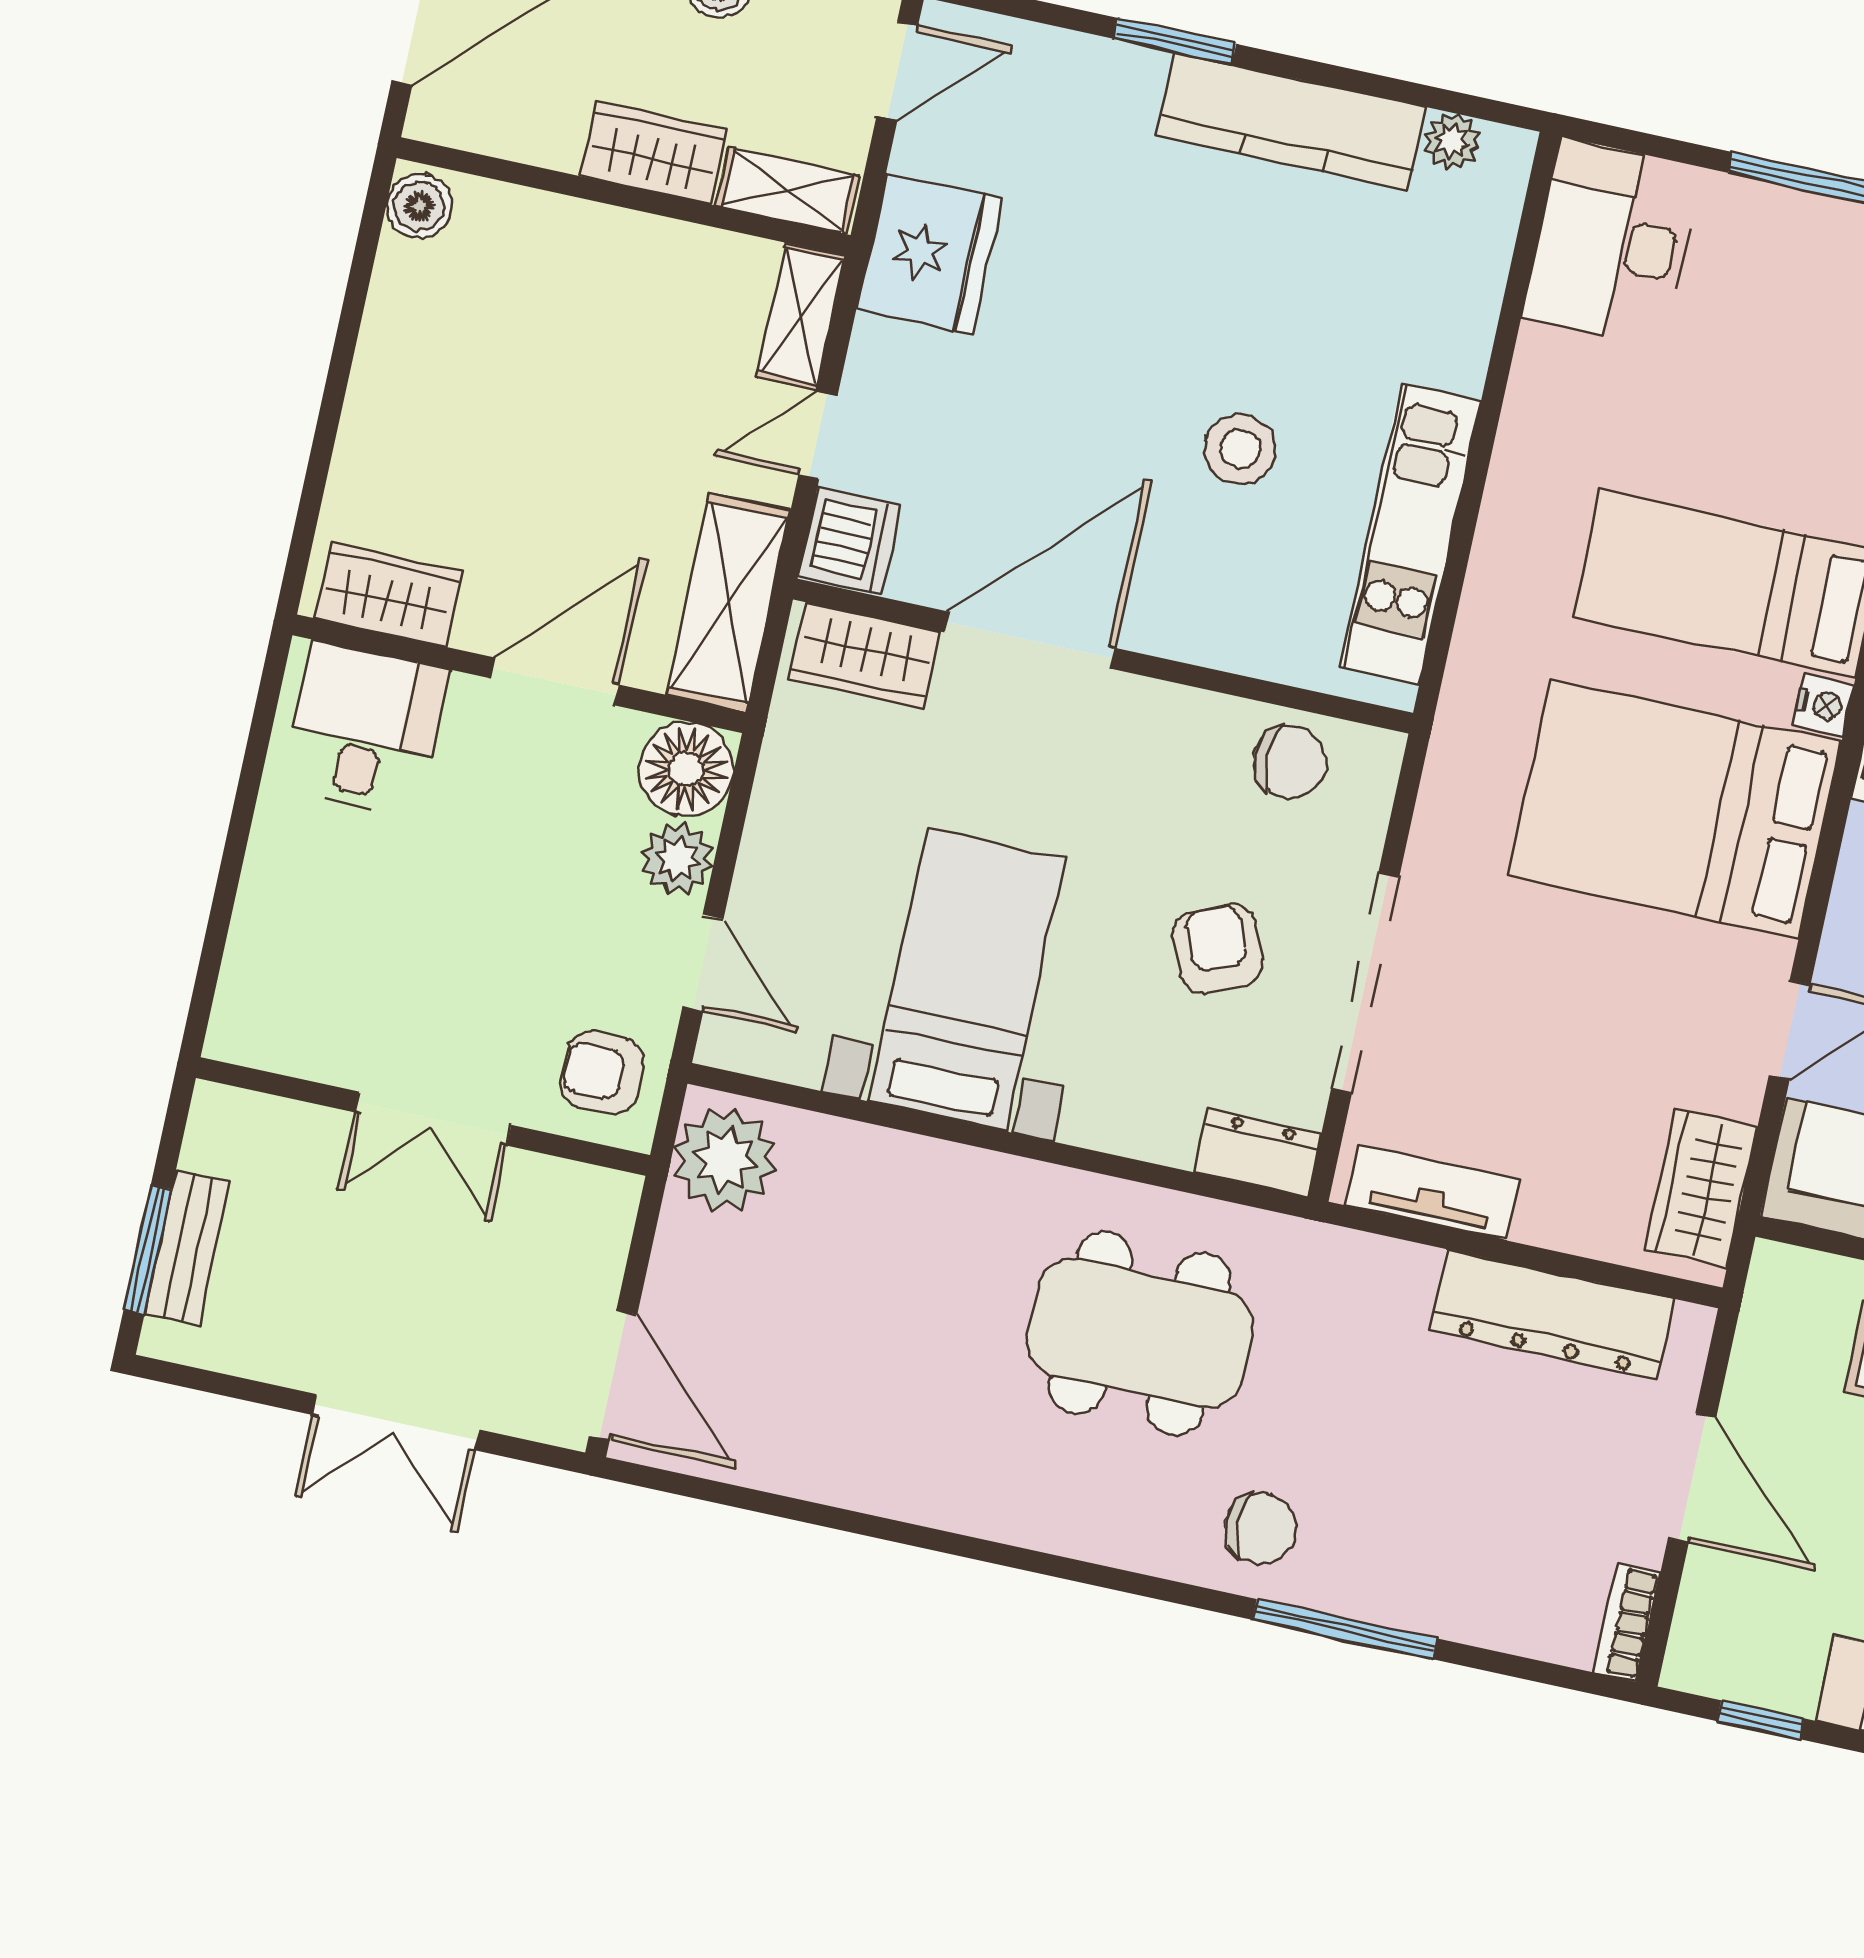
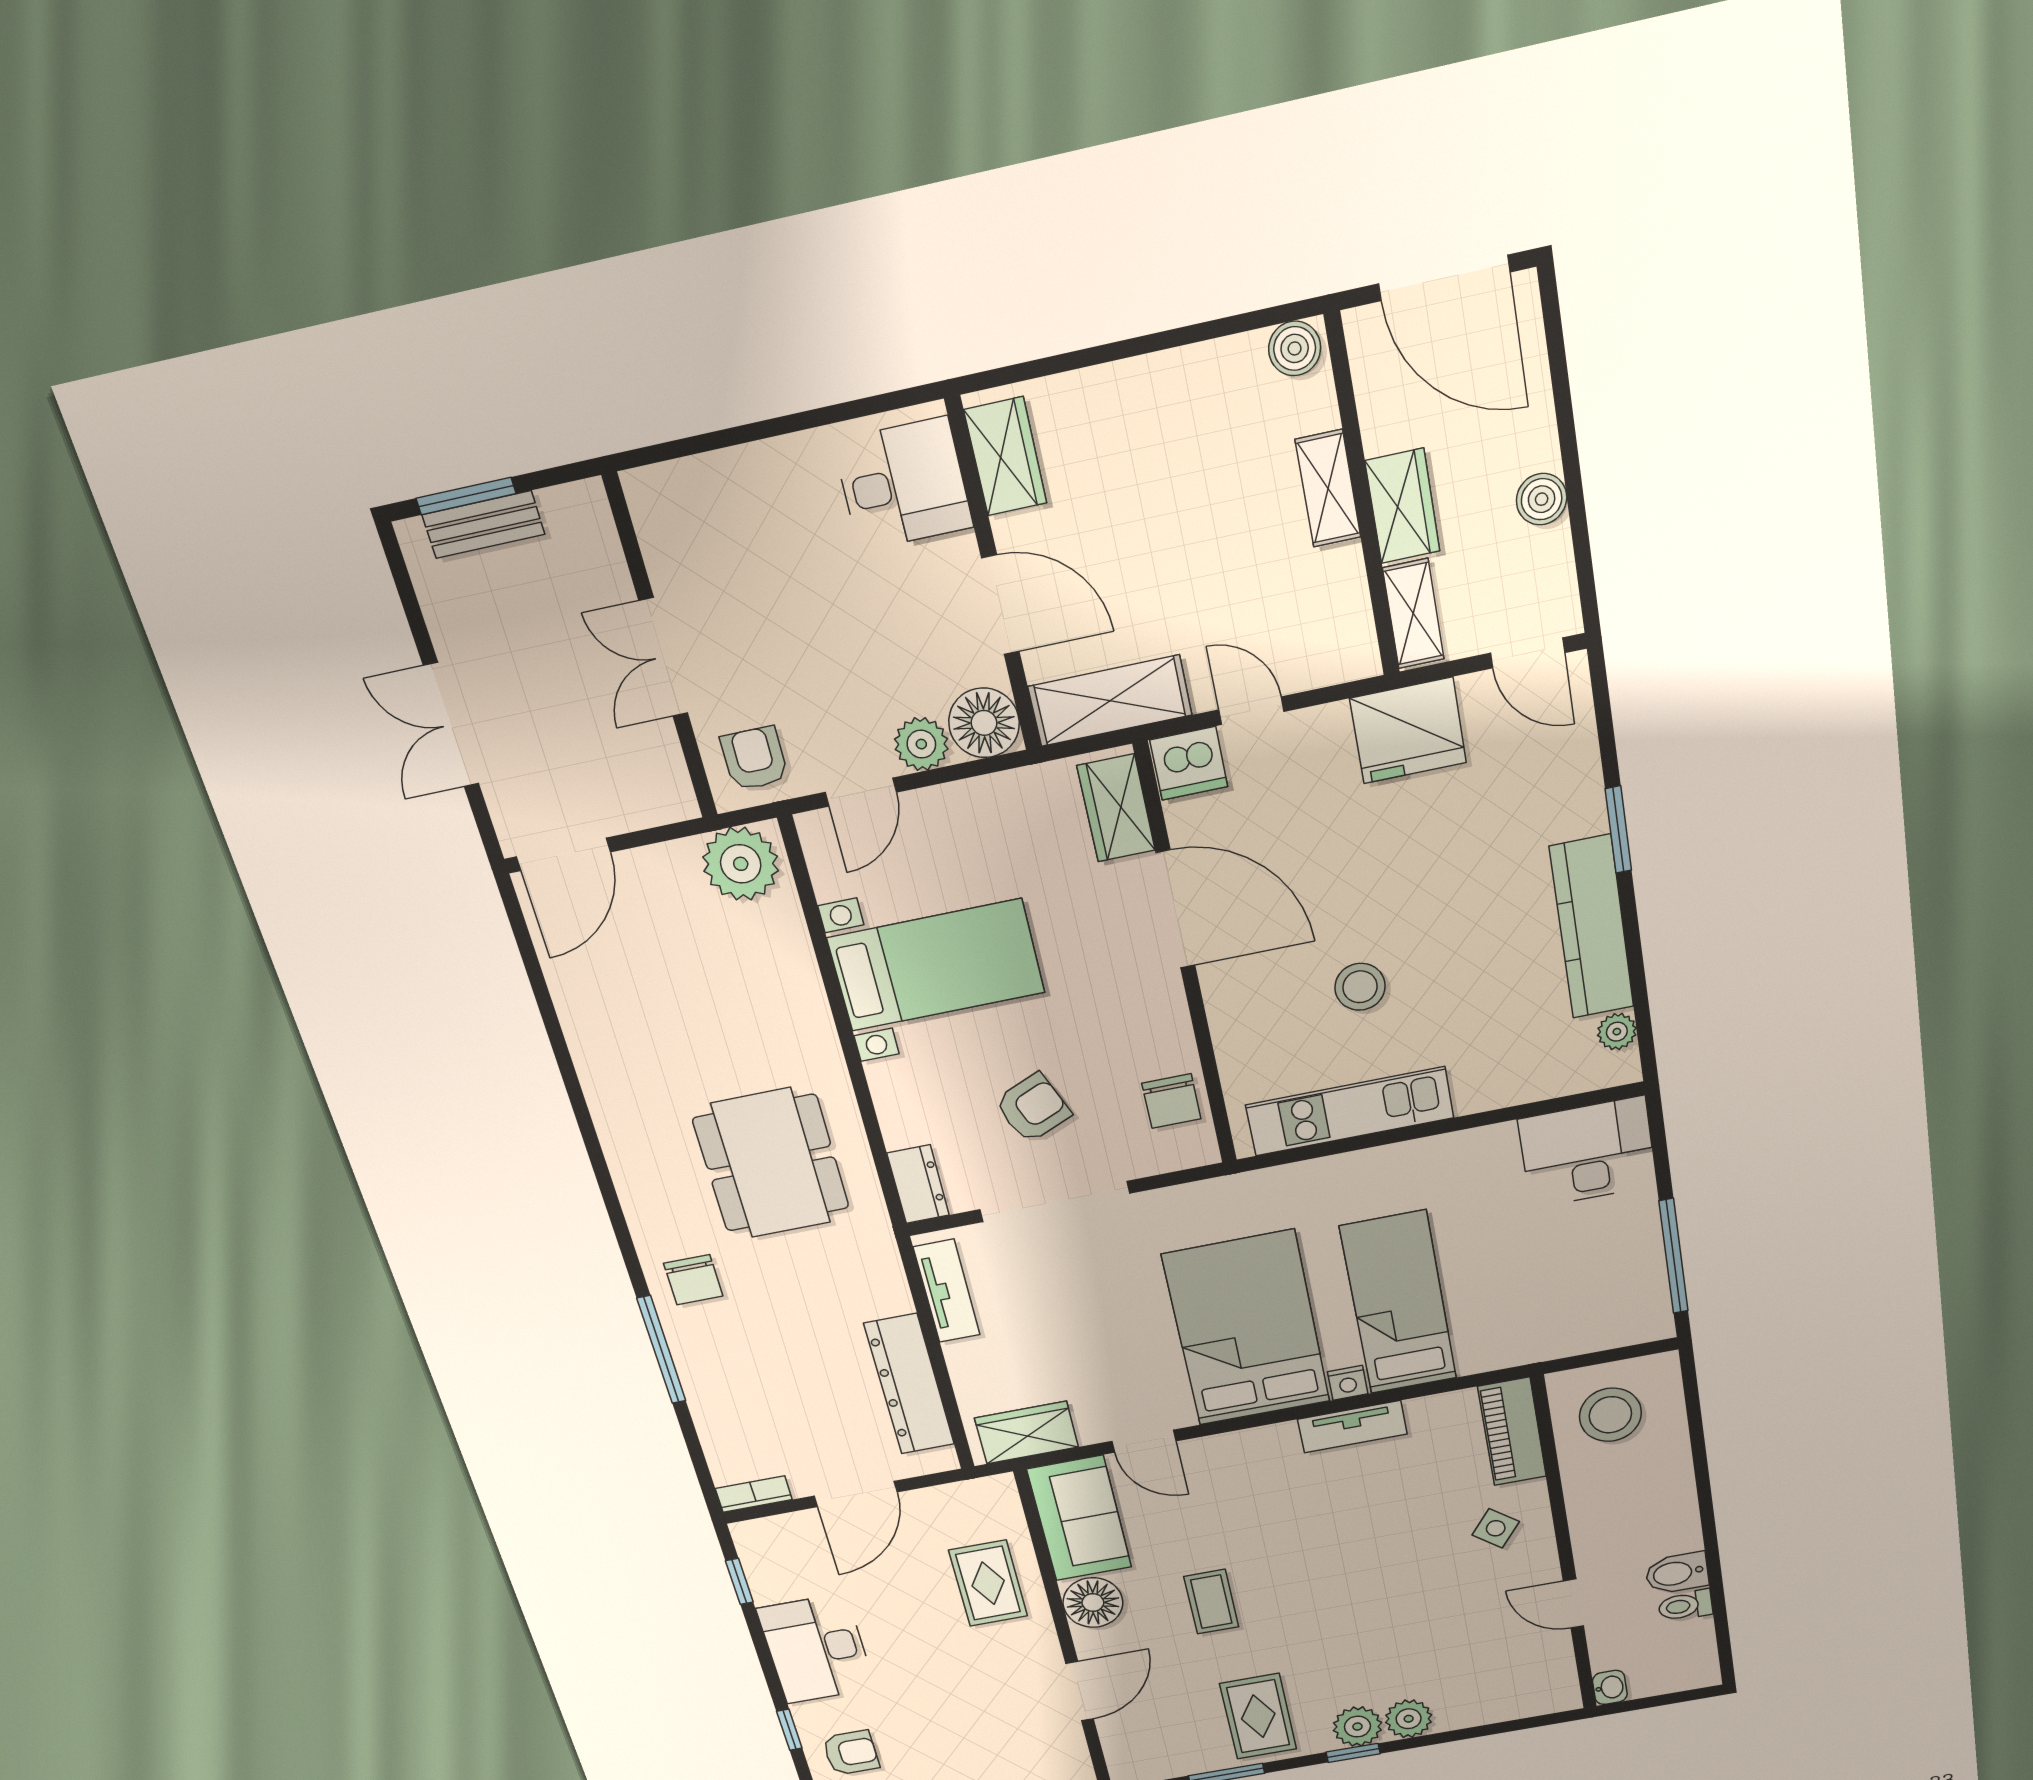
shelving: (801, 316) -> (1328, 488), moved, turned 90

